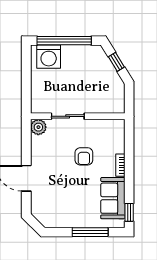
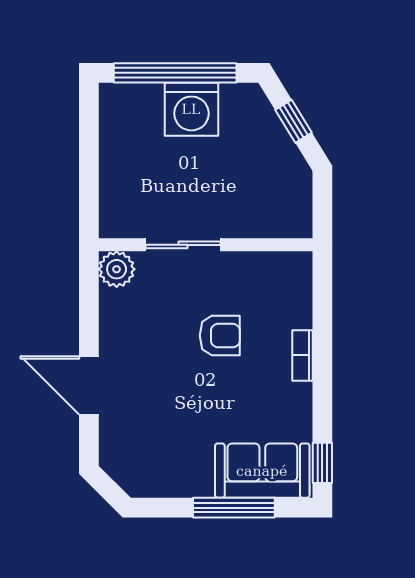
washing machine: (49, 57) -> (191, 109), moved
armchair: (84, 156) -> (220, 336), turned -90
sofa: (113, 198) -> (262, 471), moved, turned 90

